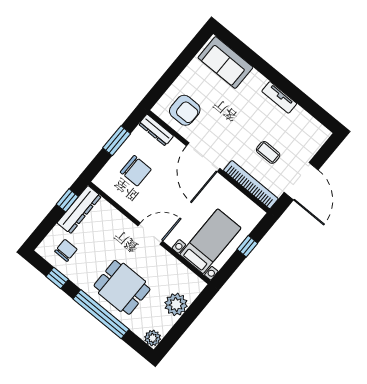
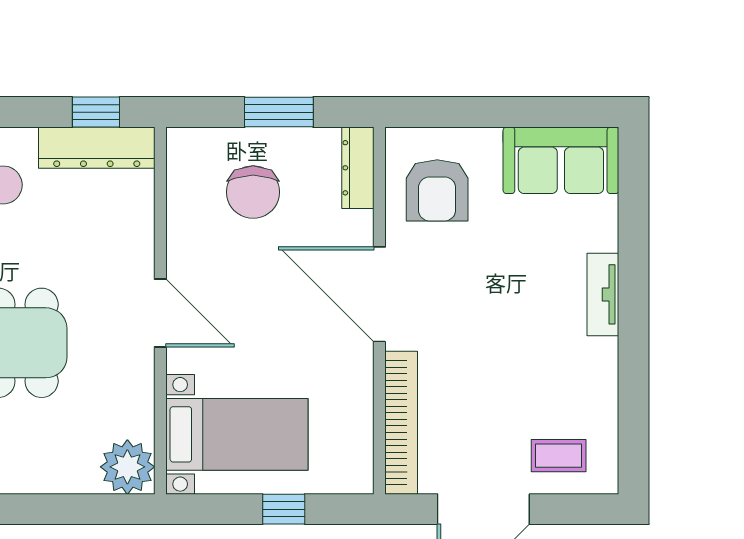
sofa: (225, 62) -> (561, 160), moved, turned -90
tv unit: (279, 97) -> (603, 294), moved
coffee table: (268, 152) -> (559, 456), moved, turned 90
door: (203, 157) -> (379, 294), hinge flipped
plant: (176, 304) -> (127, 467), moved

